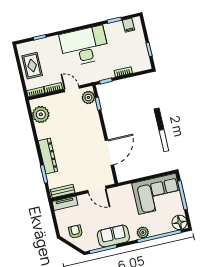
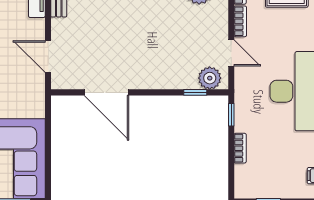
door: (72, 89) -> (231, 53), hinge flipped
door: (97, 189) -> (48, 56), hinge flipped

